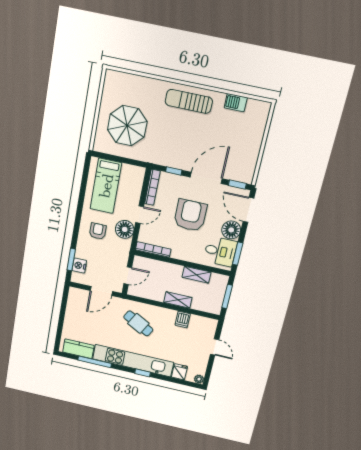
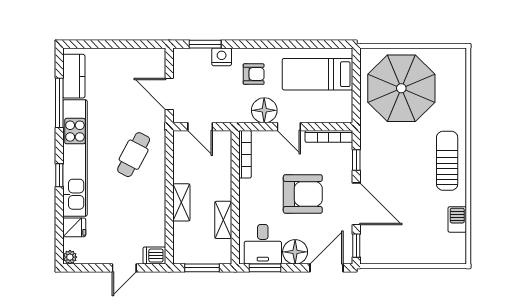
parasol: (127, 126) -> (401, 88), width x1.36, depth x1.36
nightstand: (79, 266) -> (222, 57), moved
dishwasher: (183, 319) -> (154, 256), moved

